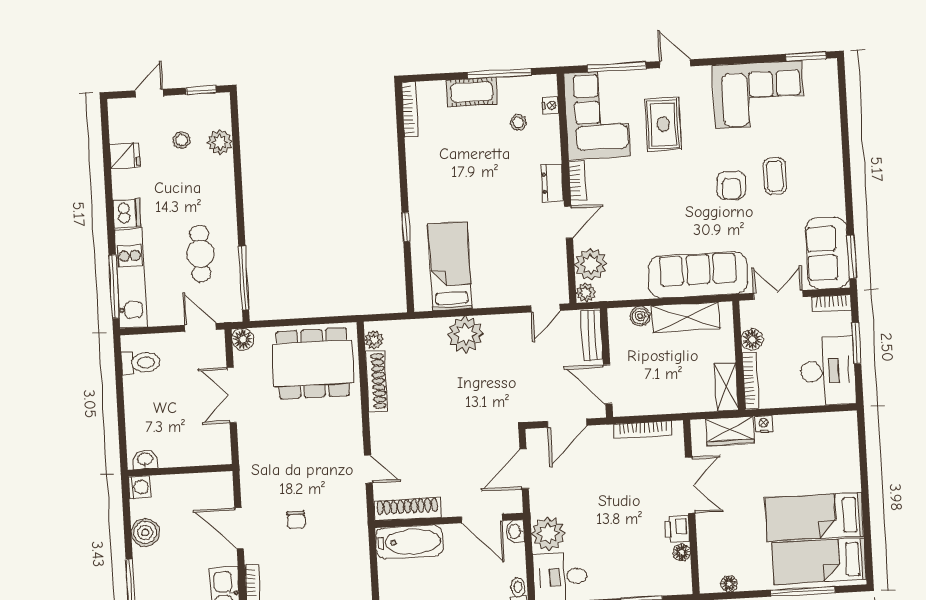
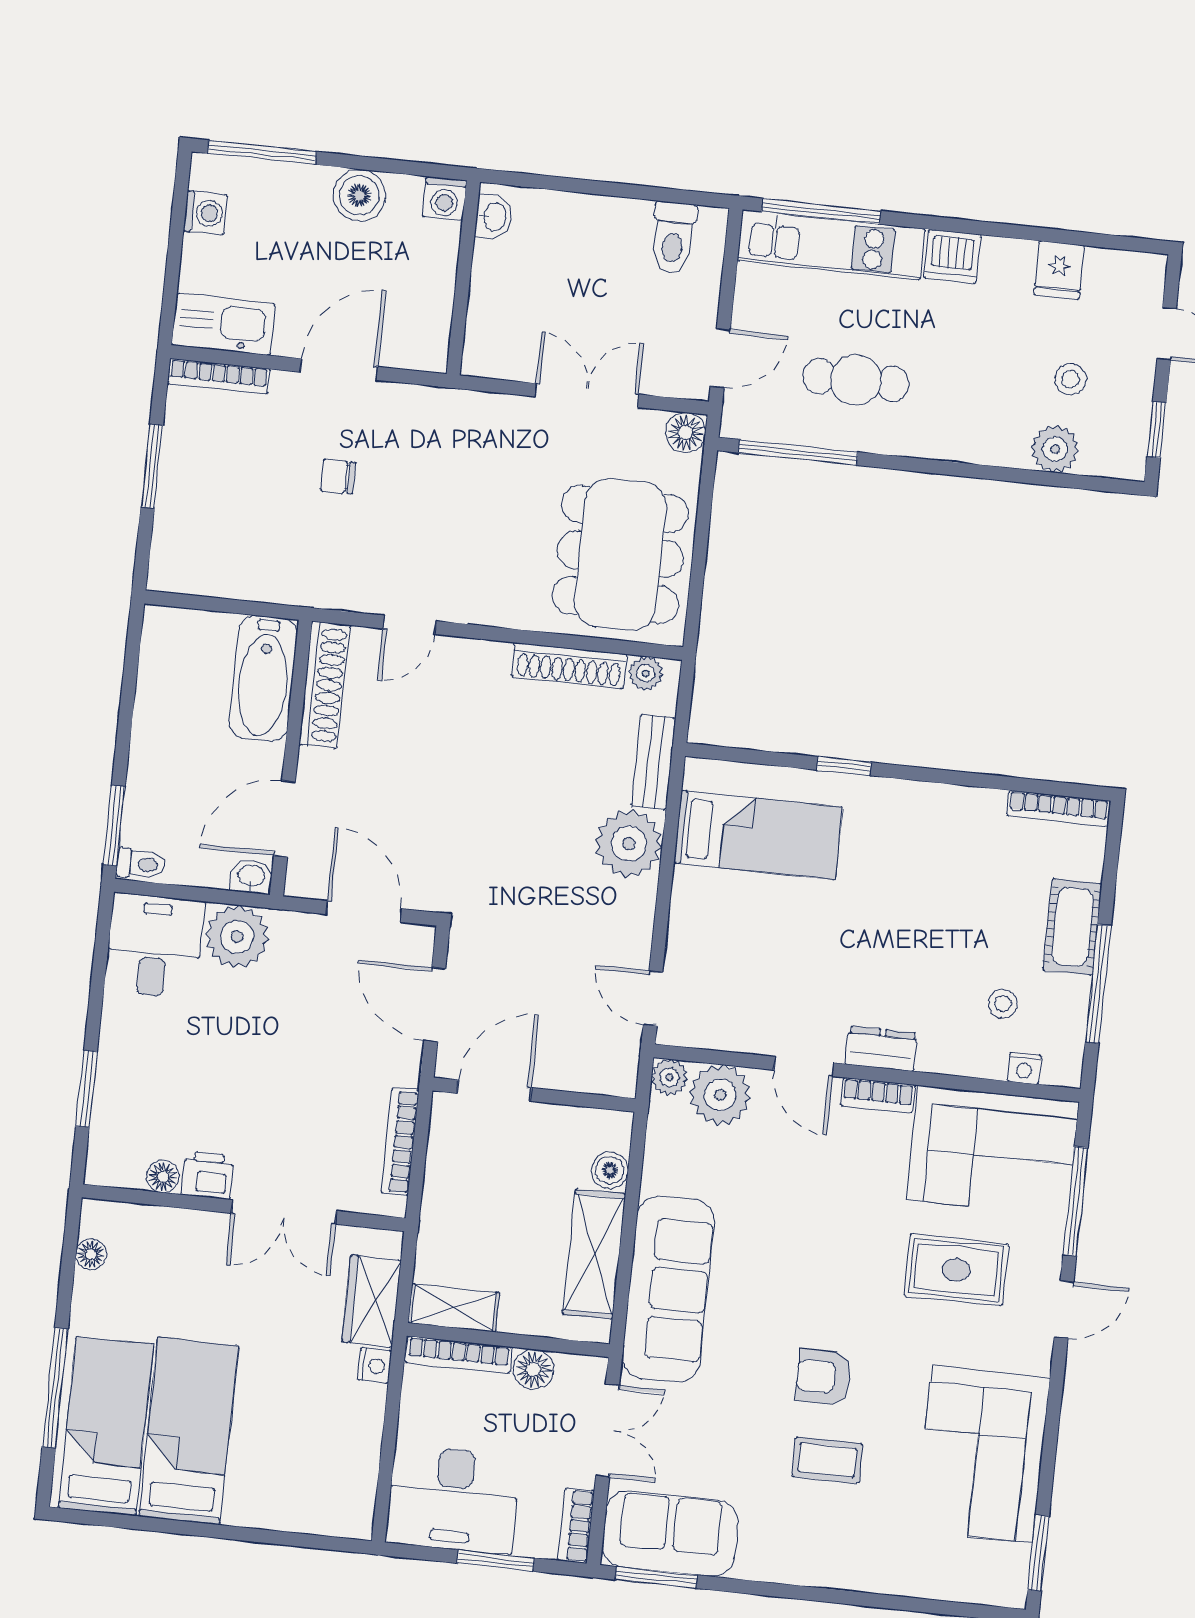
bench: (592, 335) -> (653, 762), moved, turned 90

